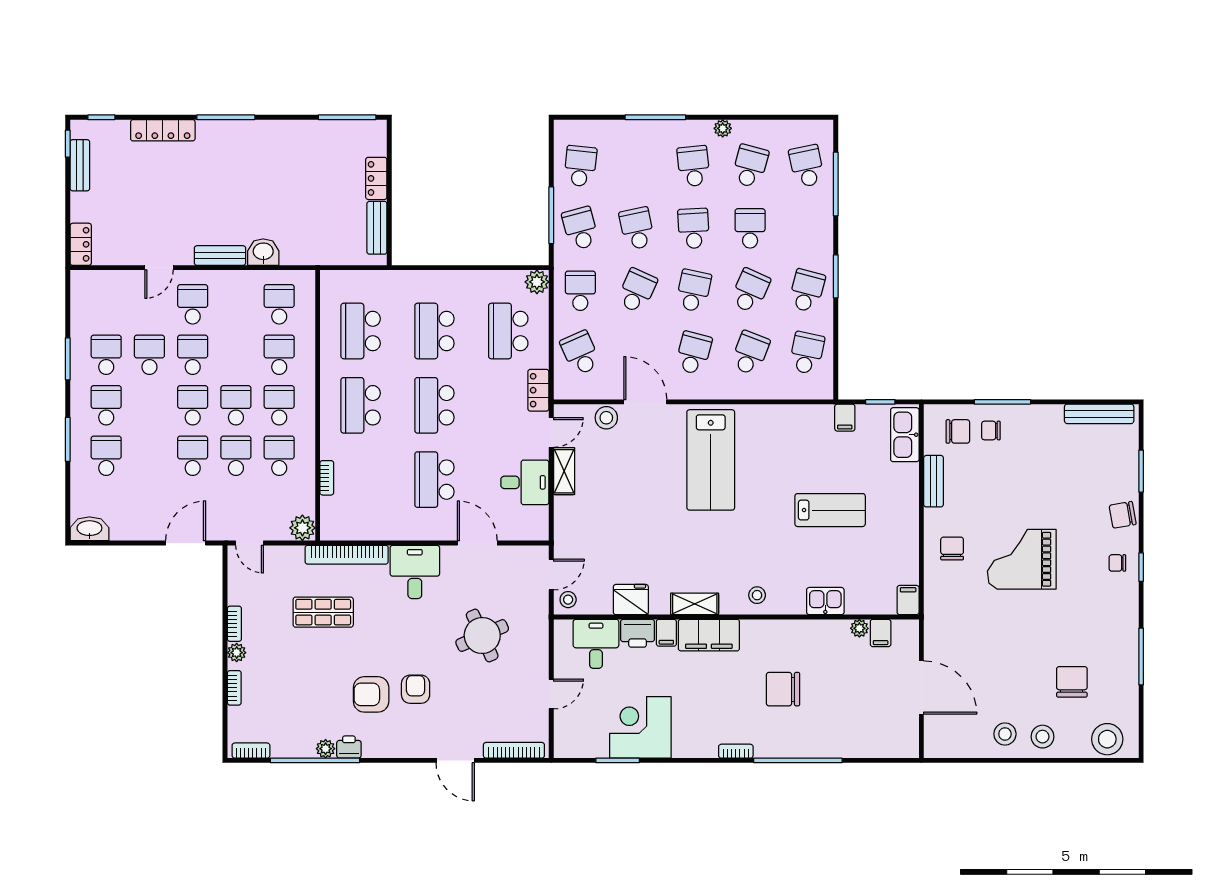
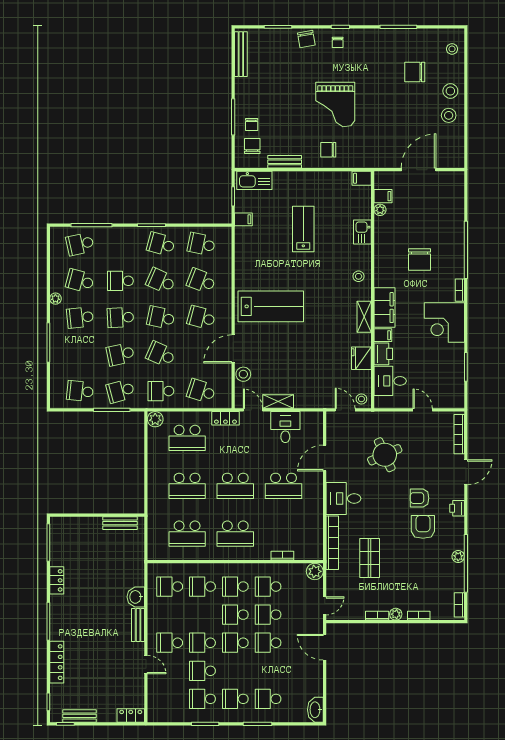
locker: (376, 178) -> (57, 580), moved, turned -90
school desk: (580, 353) -> (201, 391), turned 42
armchair: (371, 694) -> (423, 527), turned 180
corner desk: (640, 727) -> (444, 322), moved
stool: (1107, 739) -> (452, 49), width x0.53, depth x0.53
printer: (349, 747) -> (457, 508), moved

